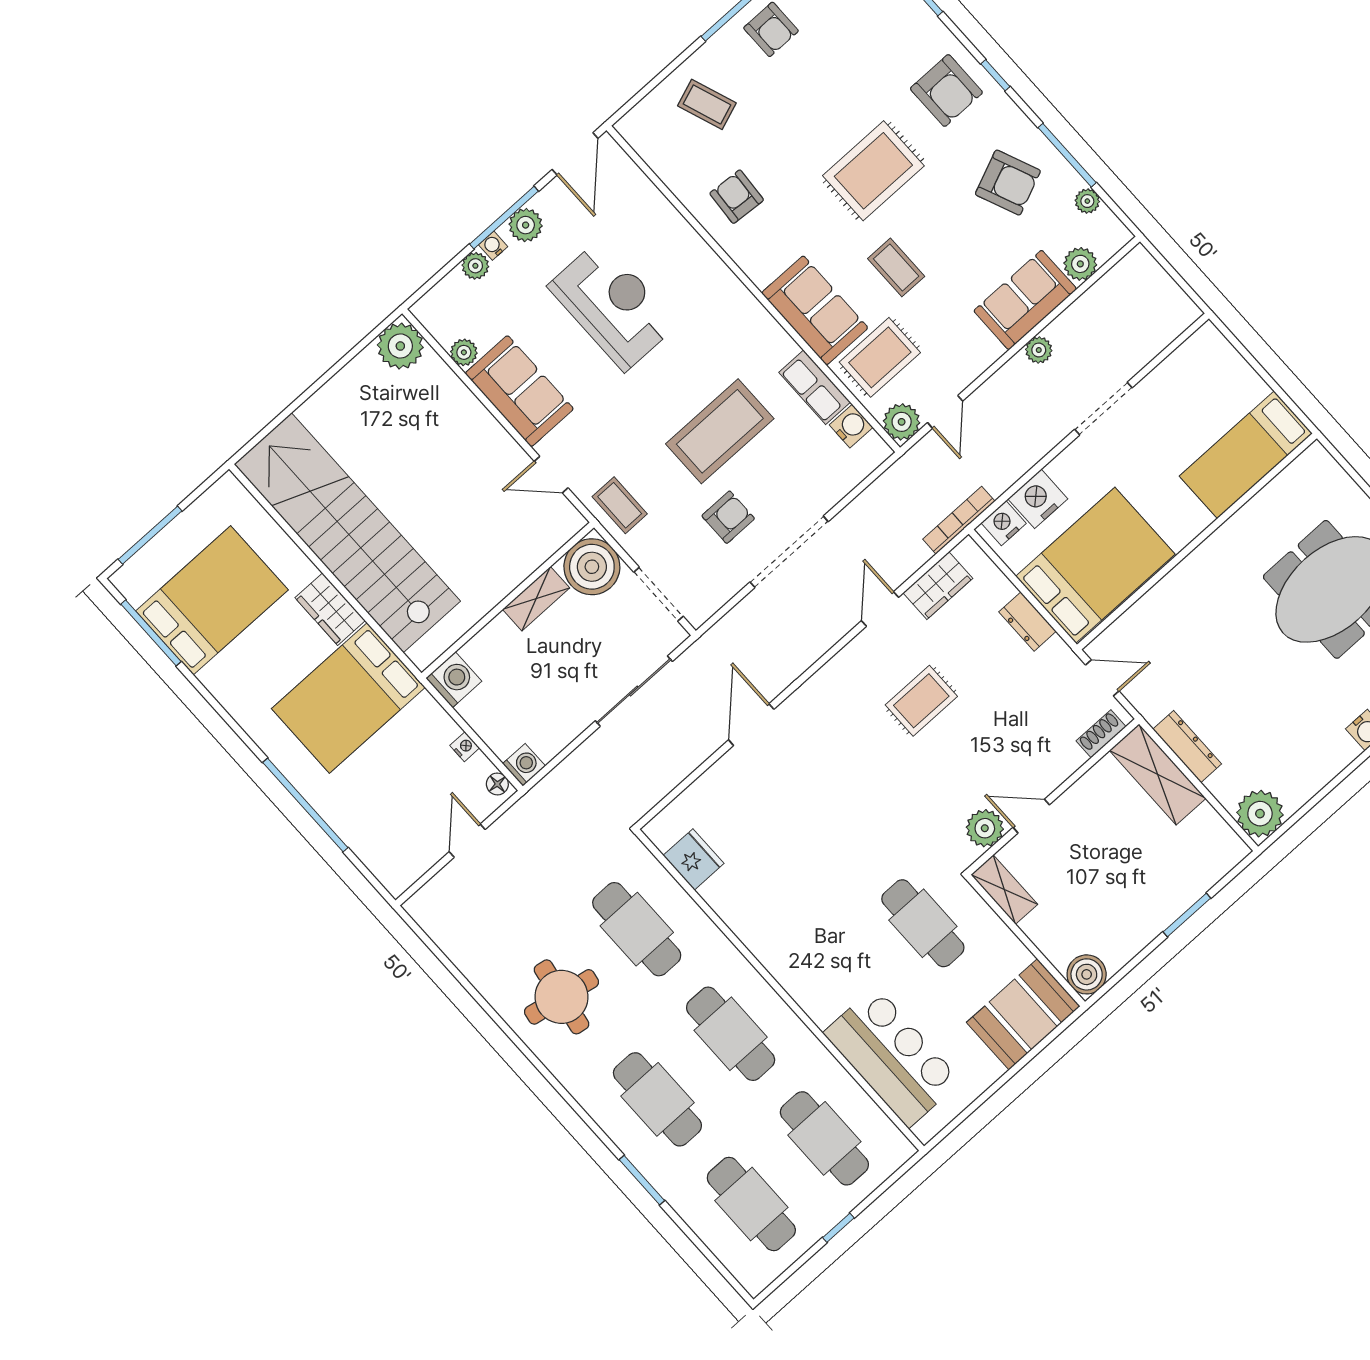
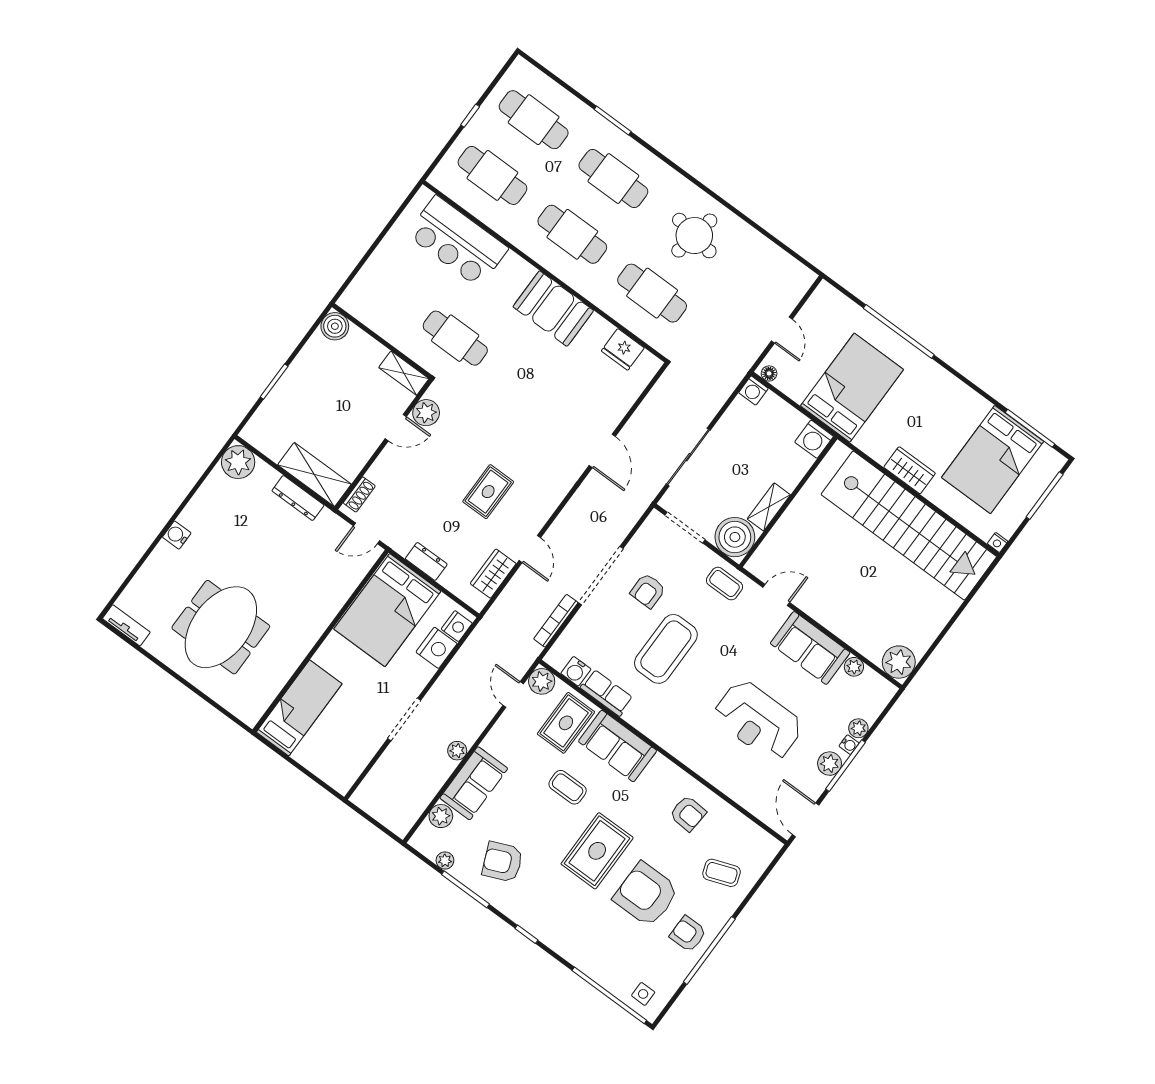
armchair: (946, 90) -> (646, 894), moved, width x1.36, depth x1.36
bookcase: (959, 520) -> (556, 621), moved, turned 180
bed: (348, 698) -> (852, 388), moved
nightstand: (465, 747) -> (998, 542), moved
booth: (1023, 1014) -> (553, 309), moved, turned 90

